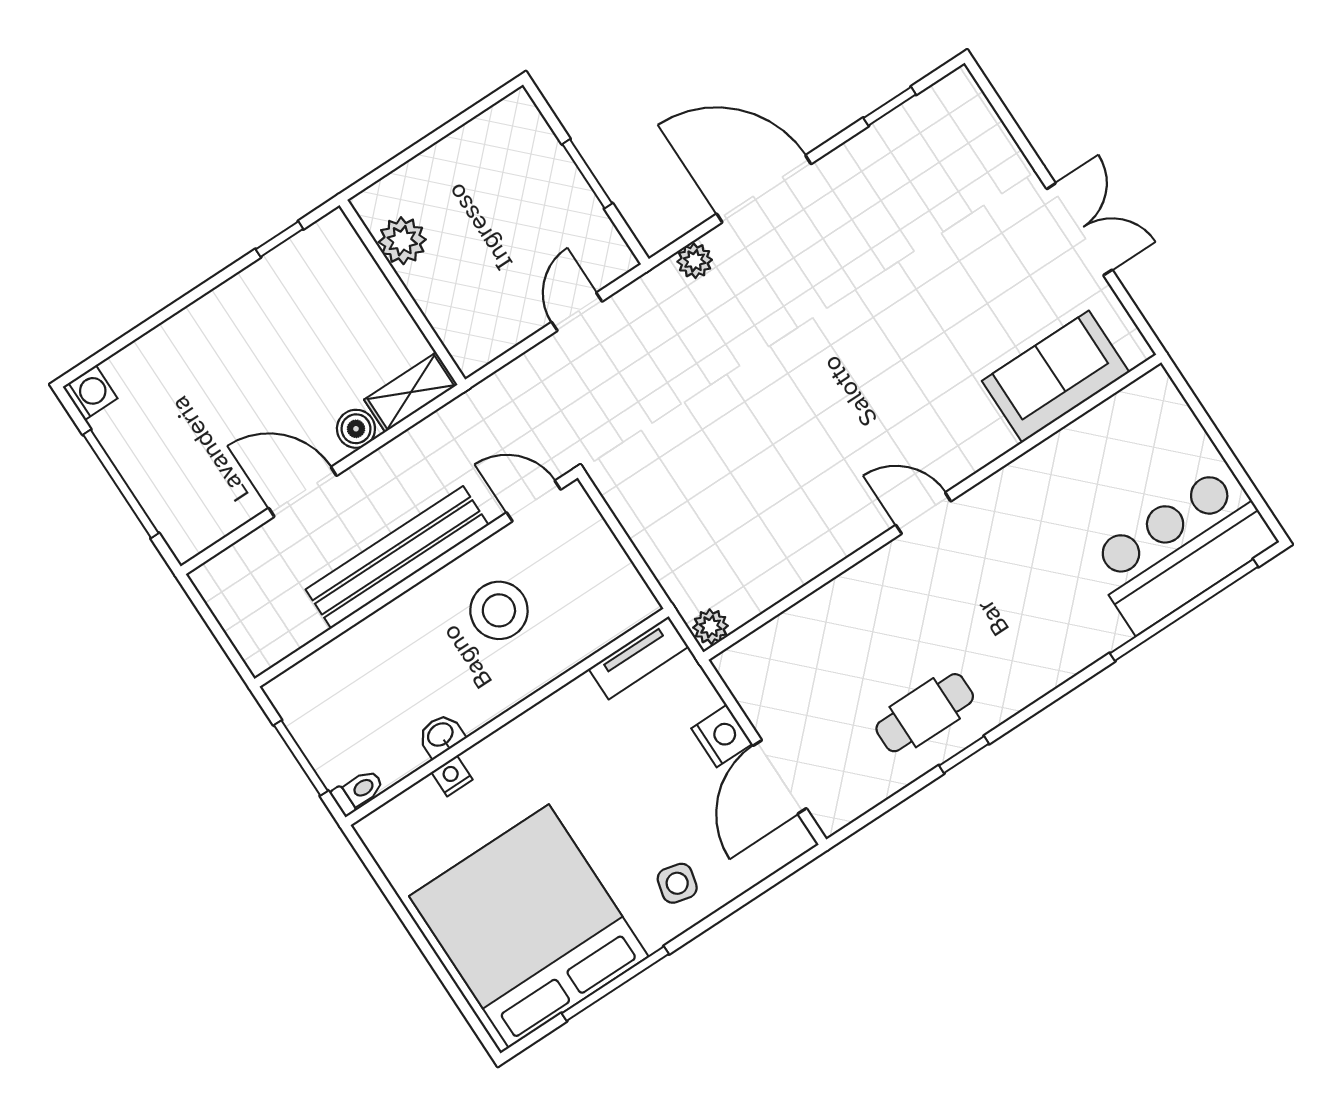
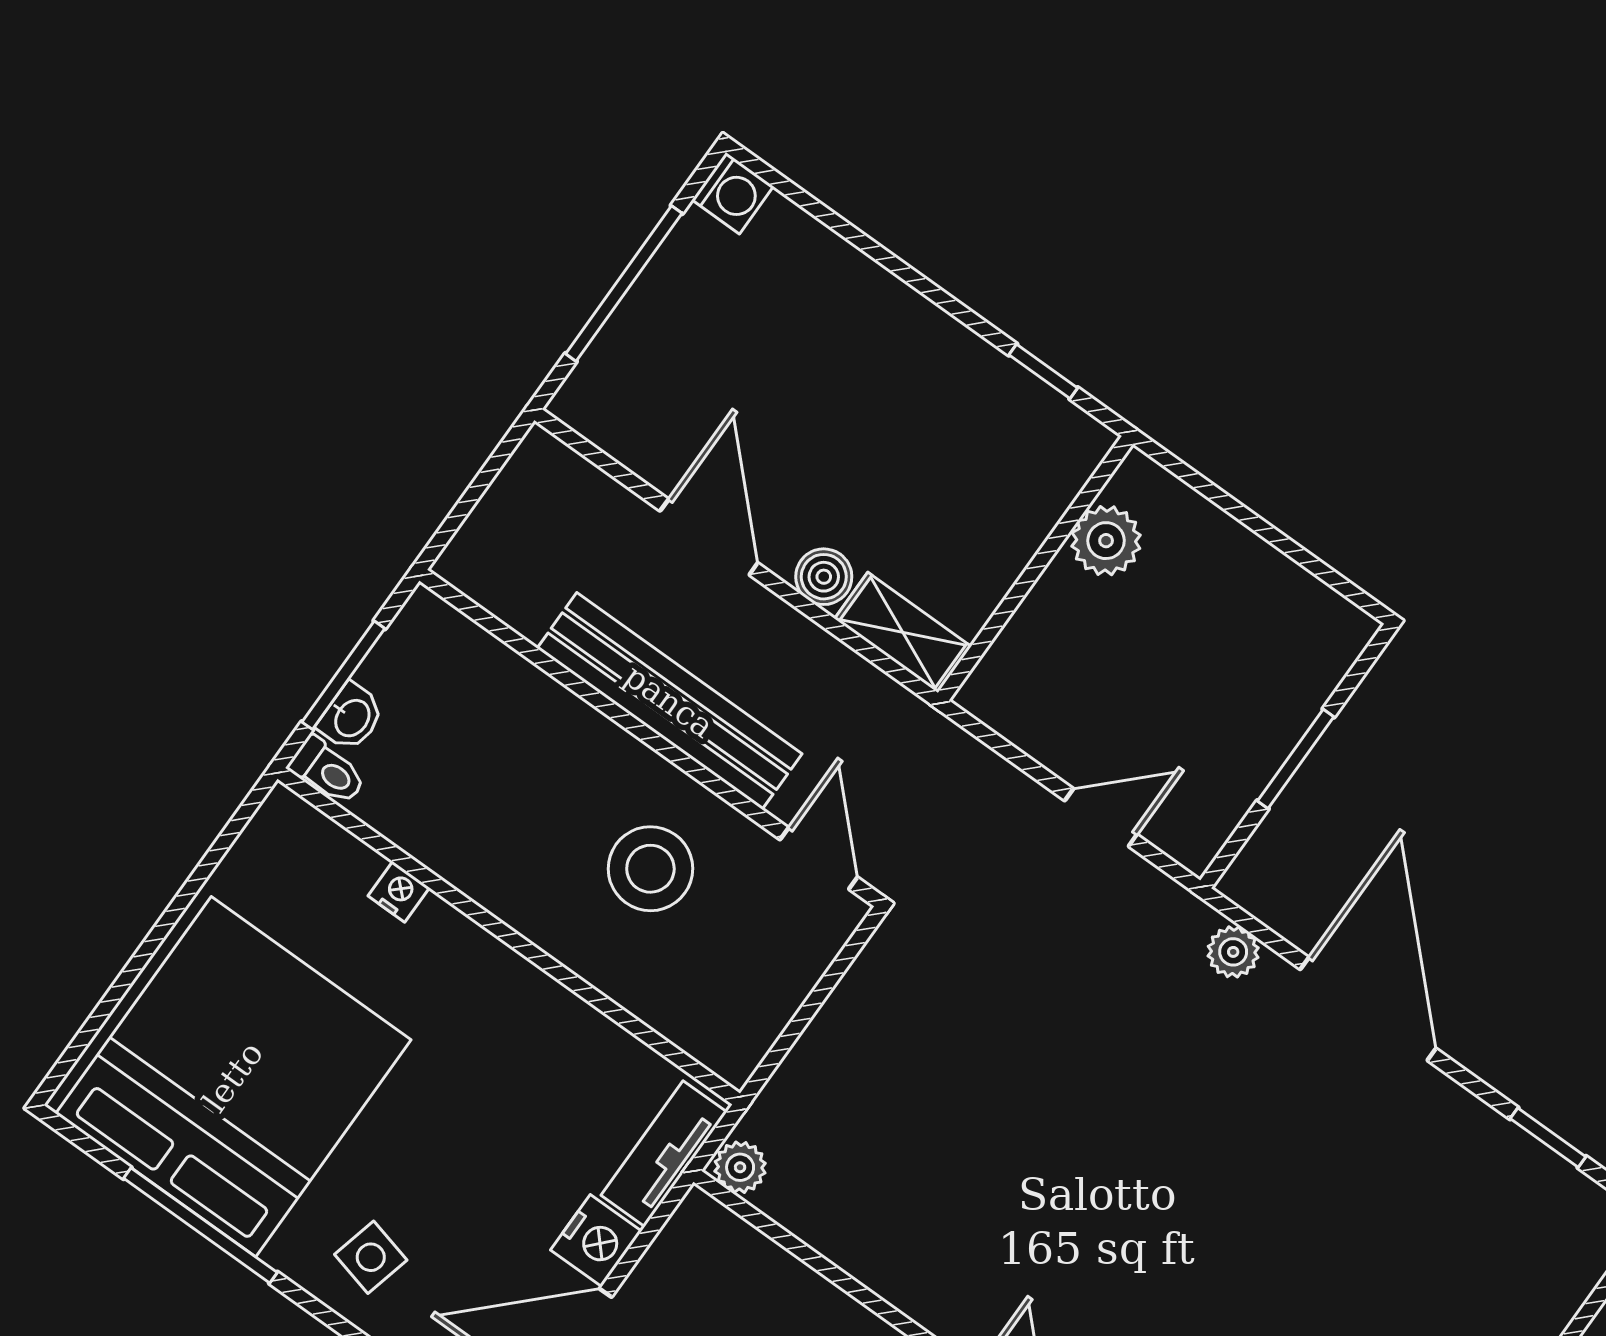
tv unit: (639, 658) -> (664, 1154), moved, turned 90
washbasin: (441, 735) -> (351, 717), moved, turned 90

